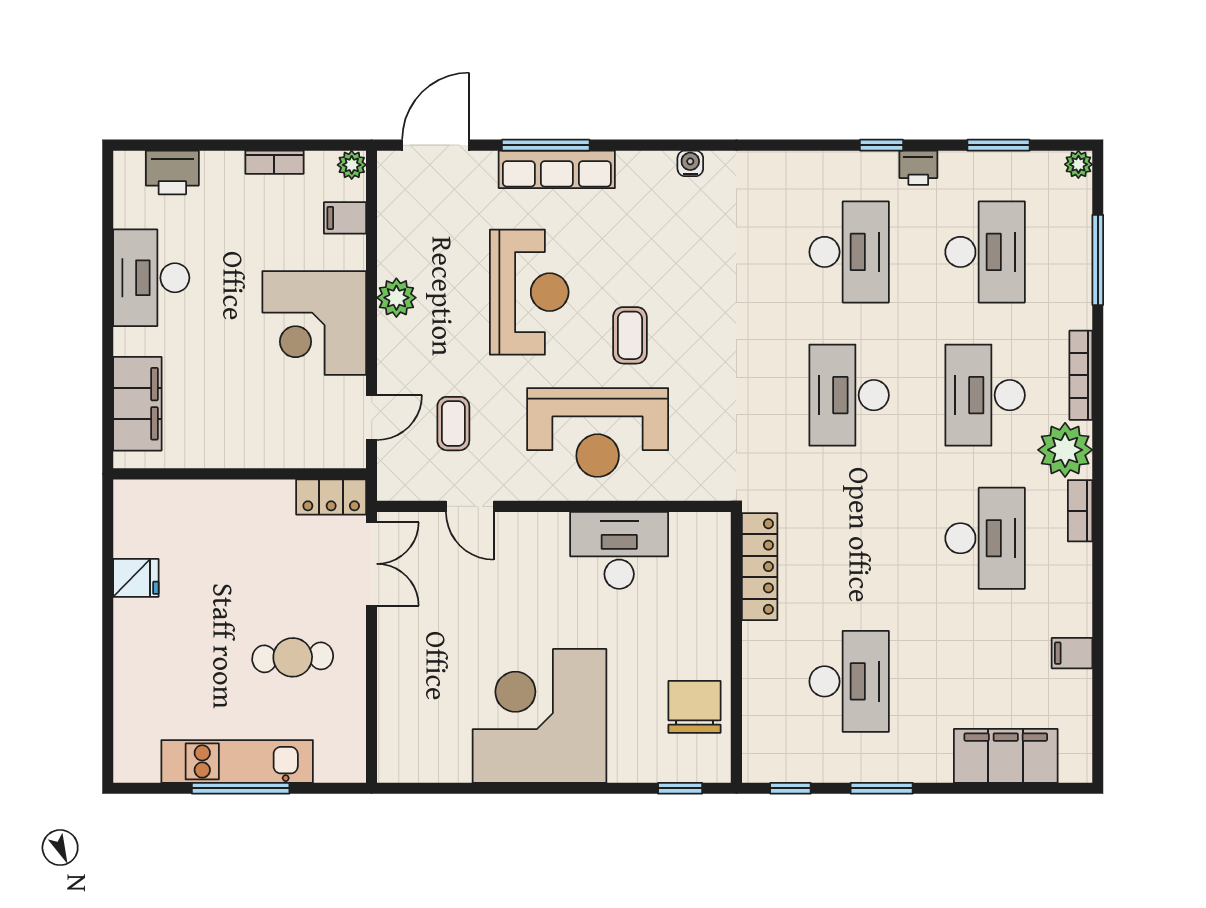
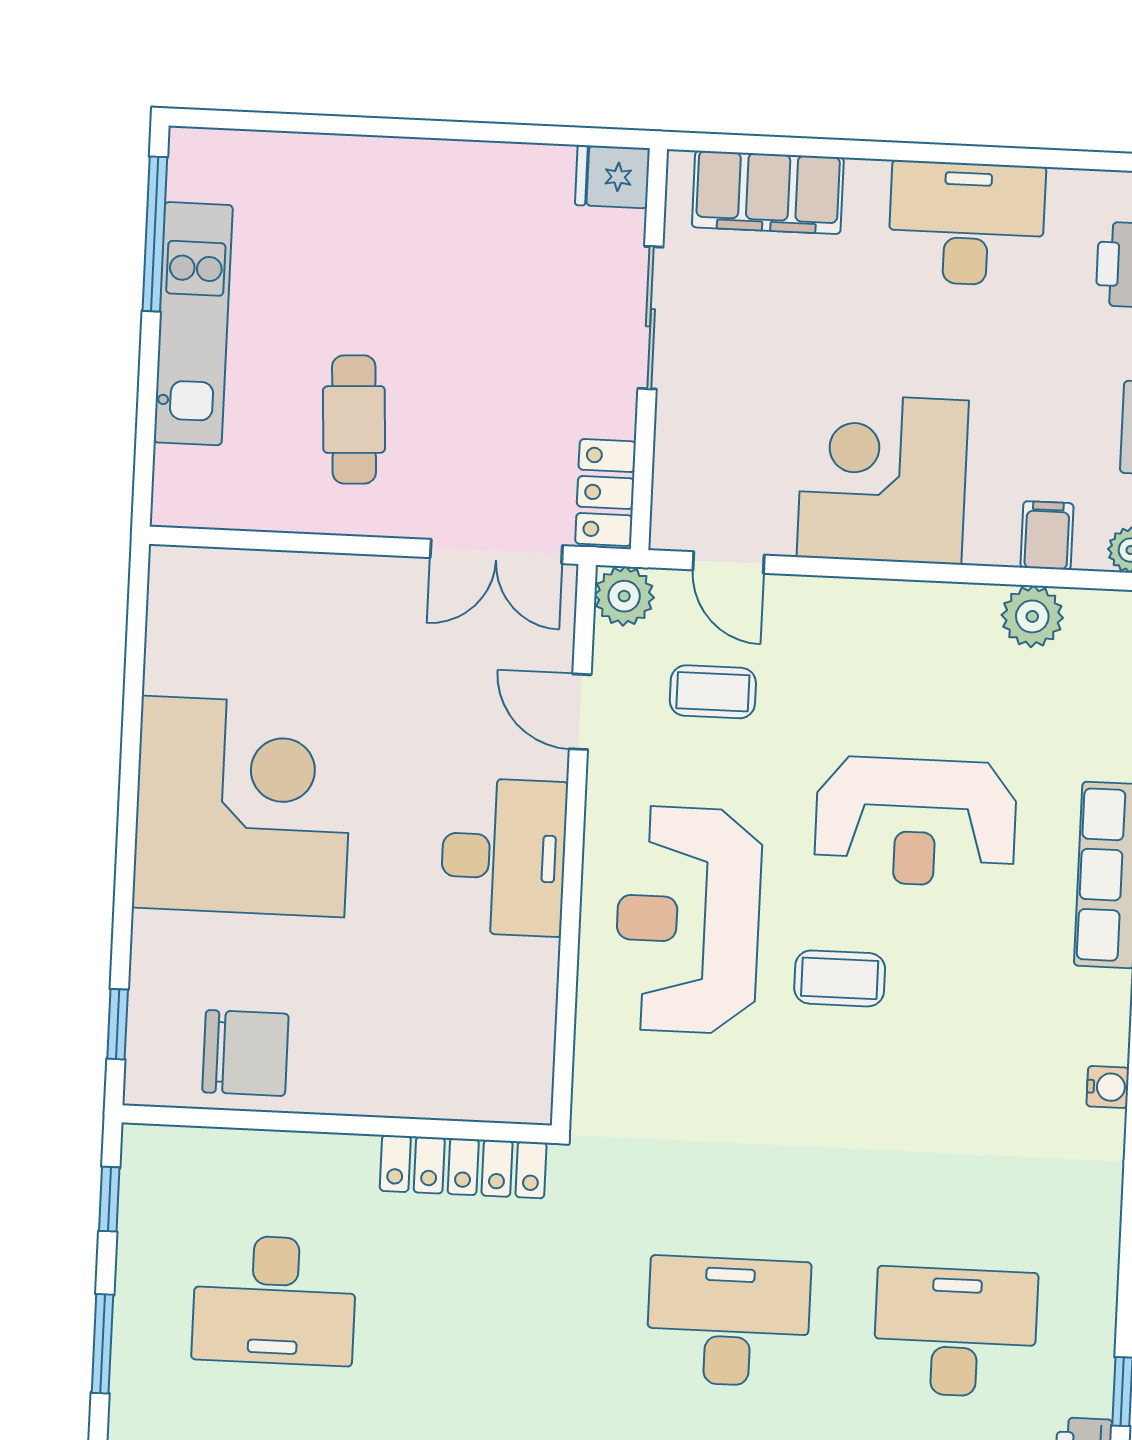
desk: (849, 252) -> (955, 1332), turned 180
plant: (396, 298) -> (1032, 616), moved
sliding door: (220, 474) -> (650, 318), added
plant: (396, 482) -> (624, 596), added
door: (470, 506) -> (580, 712), hinge flipped
desk: (619, 550) -> (504, 857), moved
fridge: (136, 578) -> (612, 177), moved, turned 90
window: (241, 788) -> (155, 234), moved

